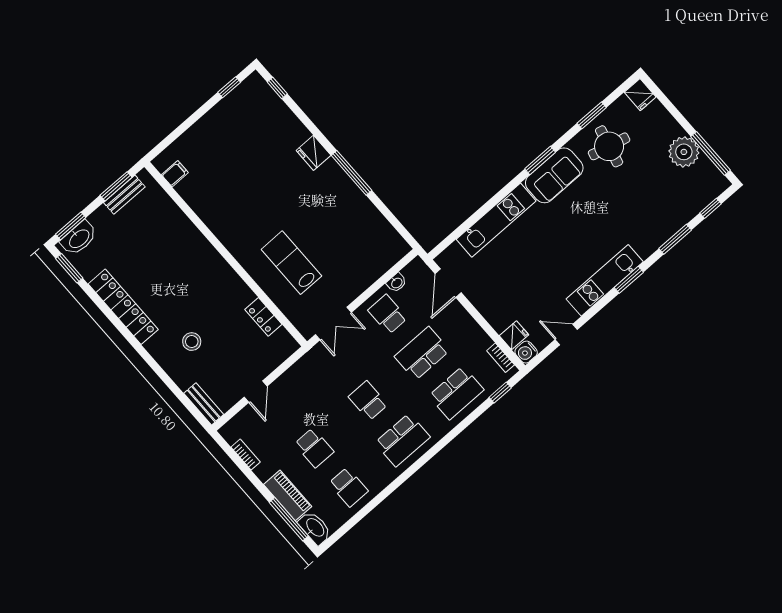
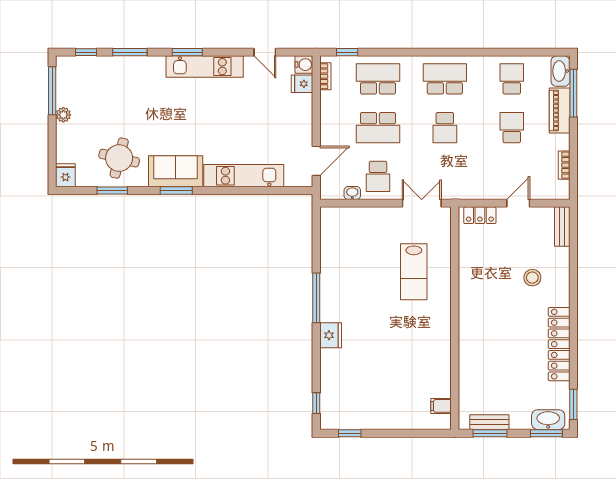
plant: (684, 152) -> (63, 115), width x0.53, depth x0.53
locker: (263, 317) -> (480, 215), moved, turned 90

